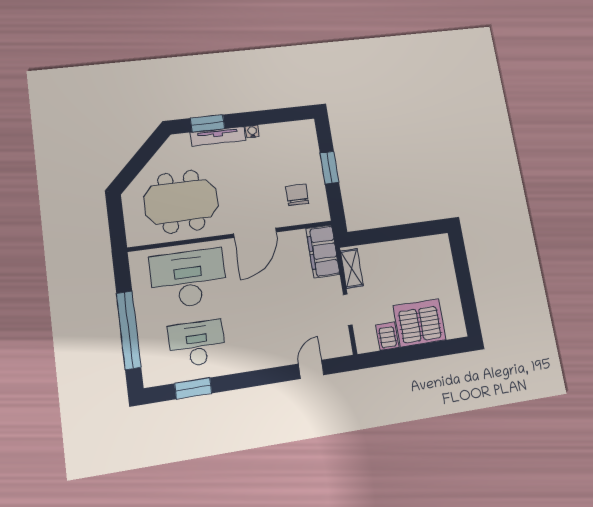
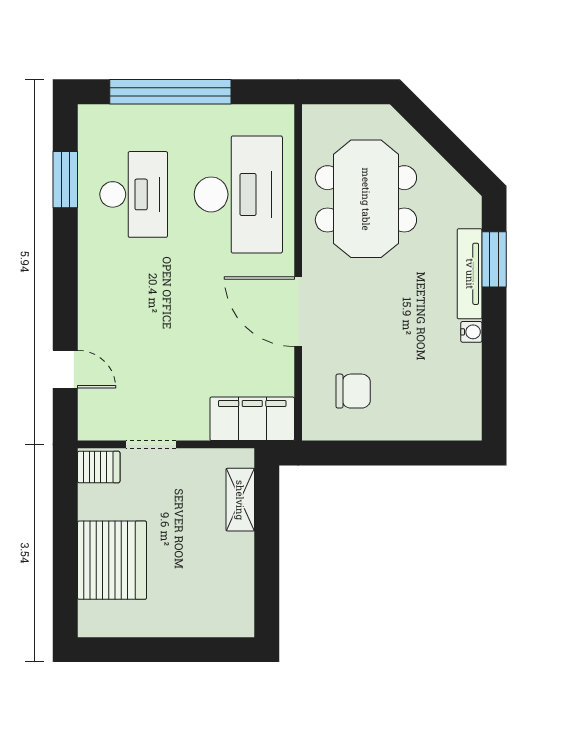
window: (329, 167) -> (393, 453), removed
shelving: (352, 268) -> (240, 500), moved, turned 90
server rack: (387, 336) -> (99, 467), moved

